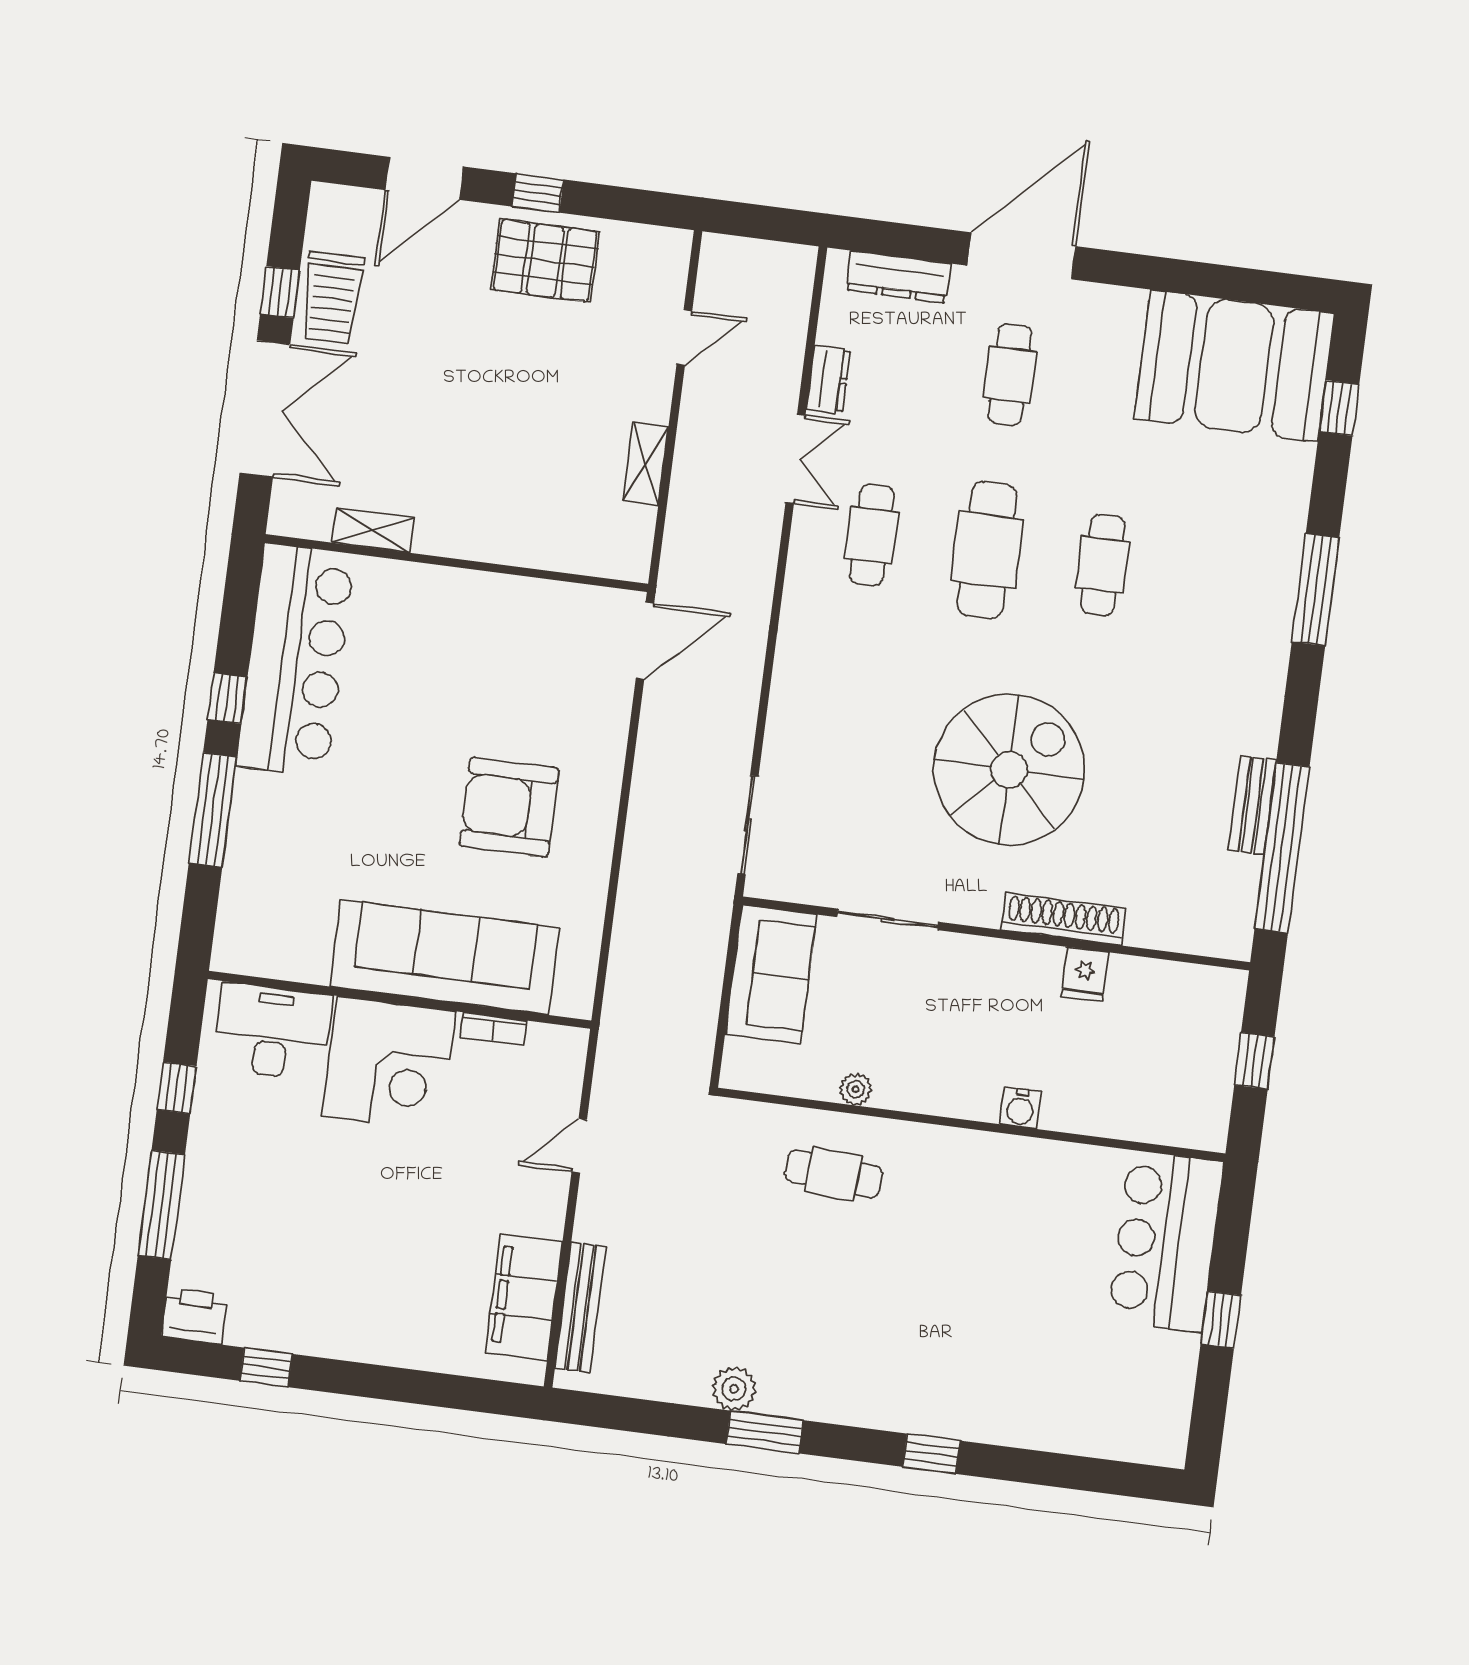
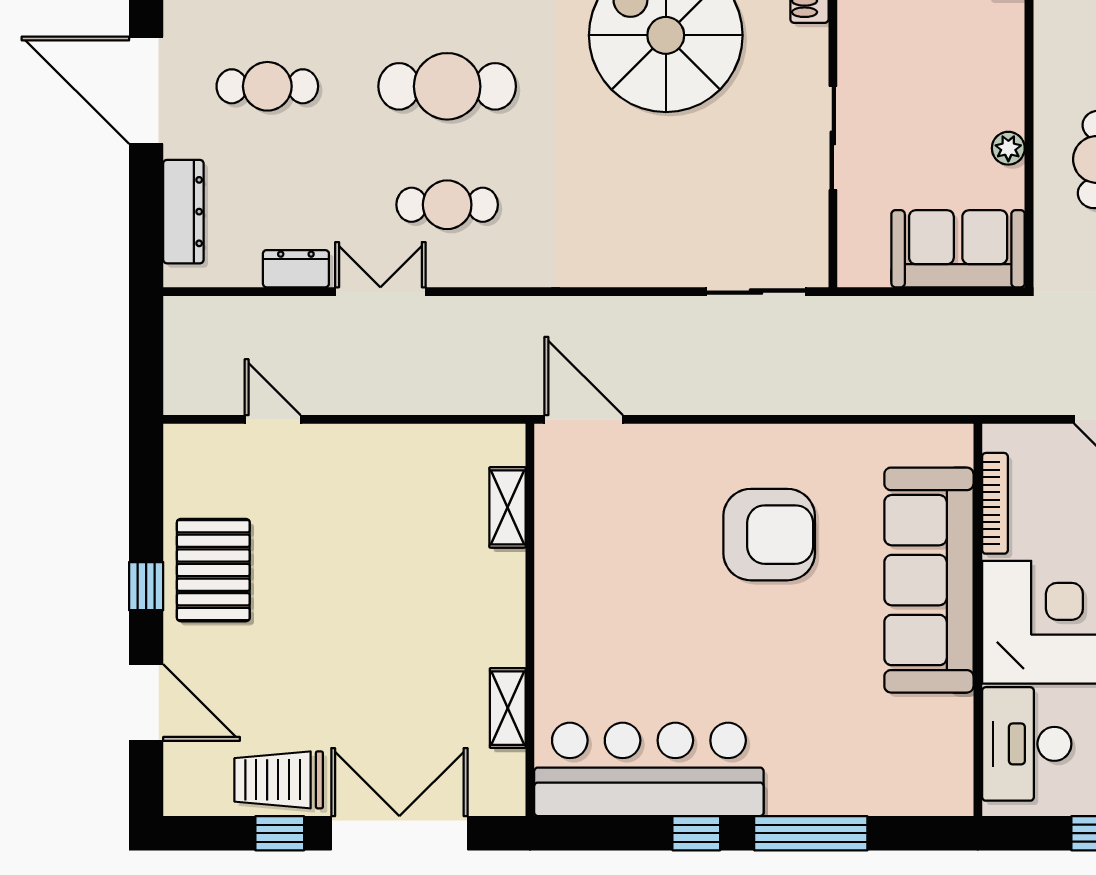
trolley: (332, 298) -> (279, 780), turned 180
shelving: (646, 464) -> (508, 507), moved, turned 90
armchair: (509, 807) -> (769, 535), turned -90
sofa: (771, 975) -> (958, 249), moved
bookcase: (493, 1029) -> (995, 503), width x1.56

